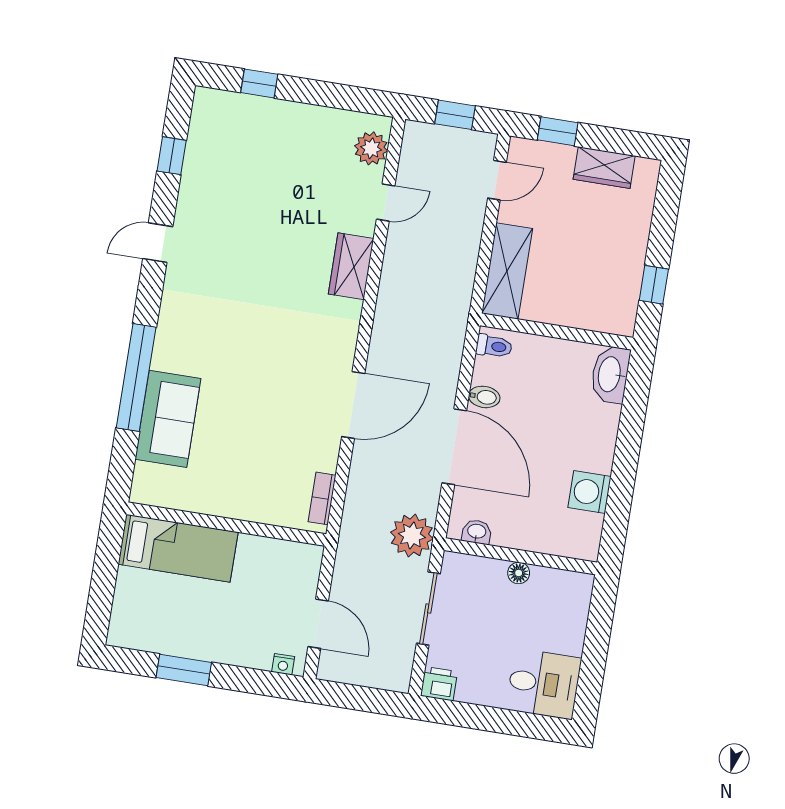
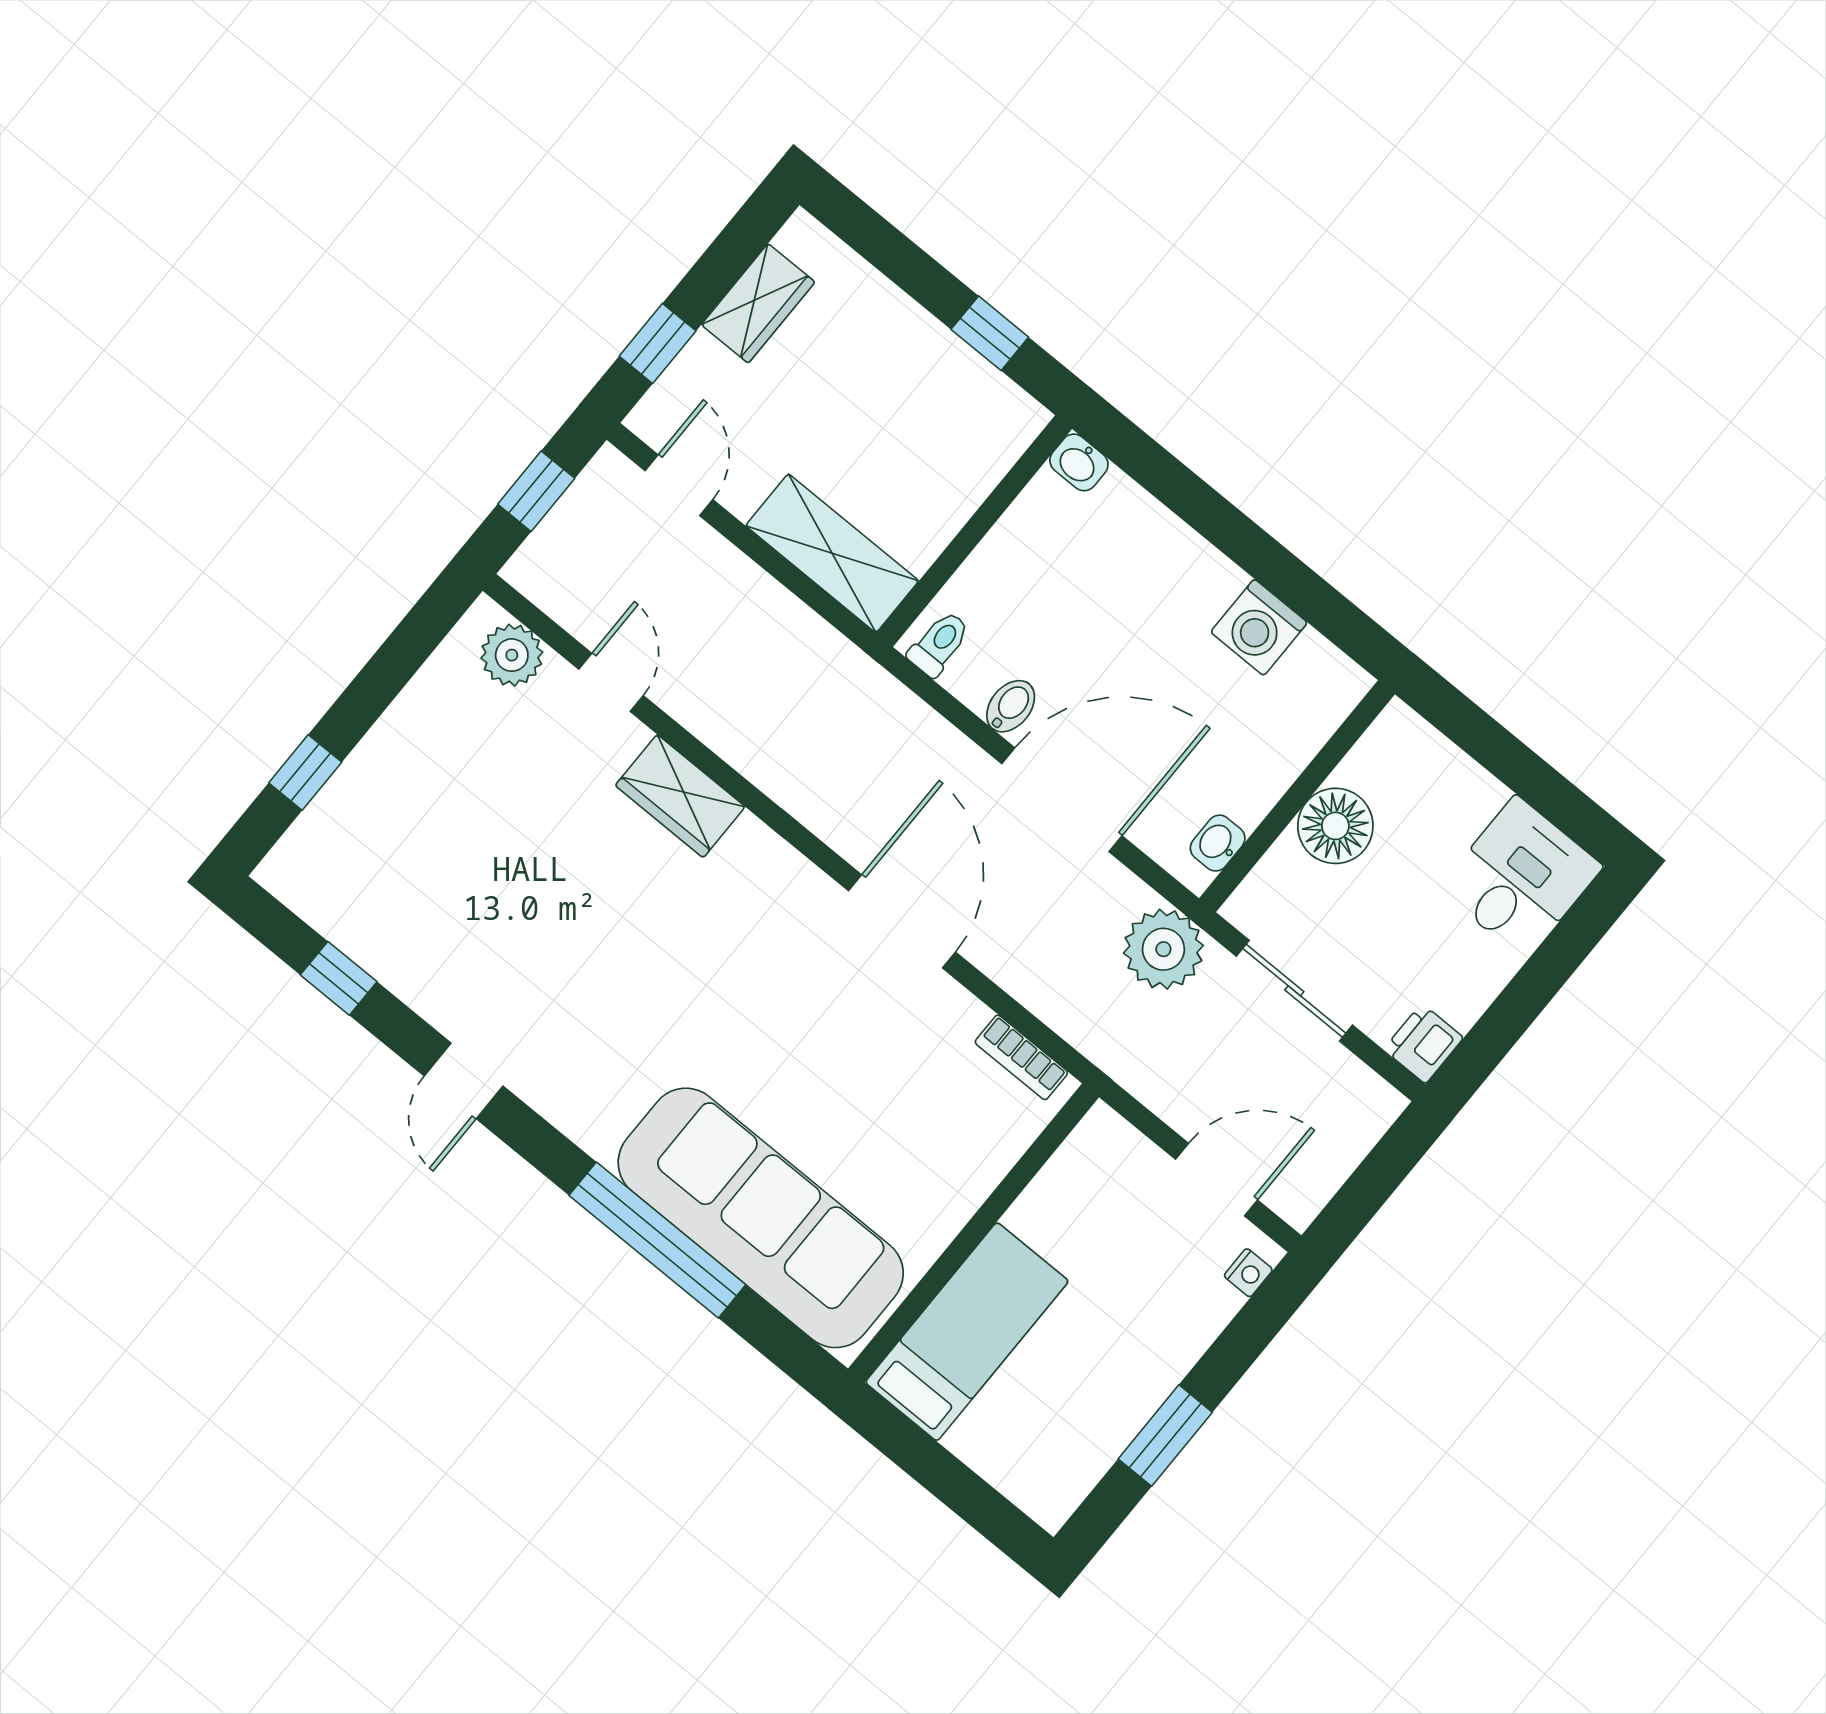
washbasin: (610, 374) -> (1079, 462), width x0.52, depth x0.69
sofa: (168, 419) -> (761, 1218), width x1.85, depth x1.27
floor lamp: (519, 573) -> (1335, 826), width x1.89, depth x1.89

